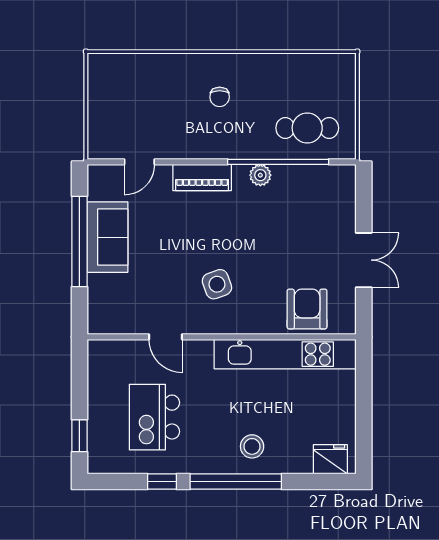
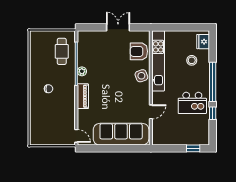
door: (139, 162) -> (76, 136), moved
sofa: (107, 237) -> (121, 134), width x1.85, depth x1.27
window: (79, 242) -> (110, 148), removed
side table: (217, 284) -> (141, 76), moved
kitchen island: (154, 417) -> (192, 103), moved
stool: (252, 446) -> (192, 60), moved

